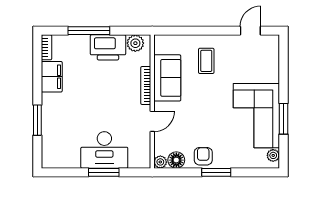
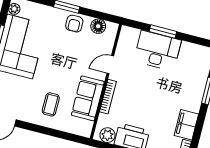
plant: (160, 162) -> (112, 28), removed

